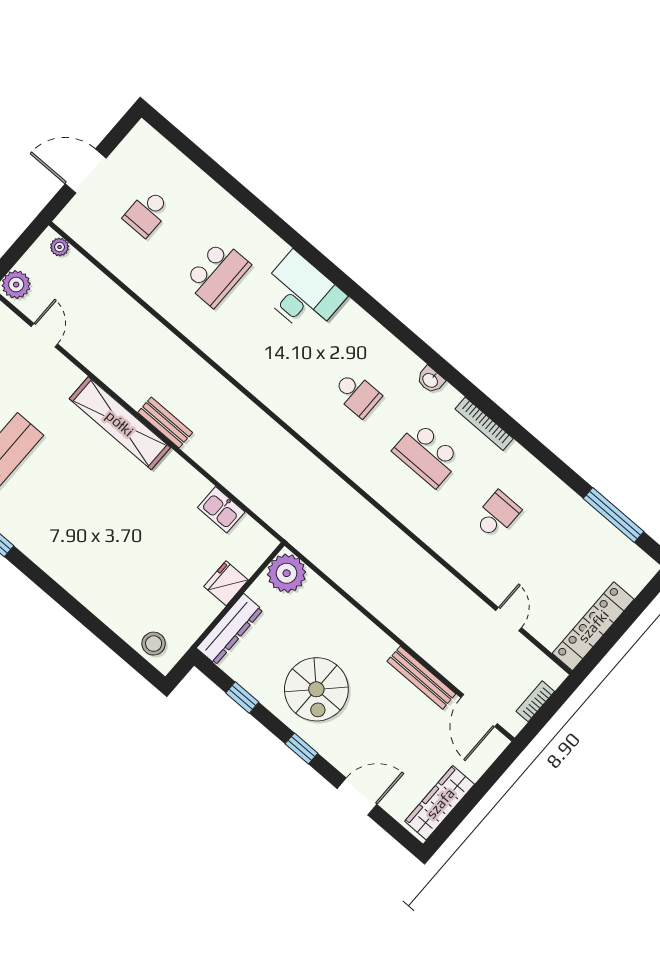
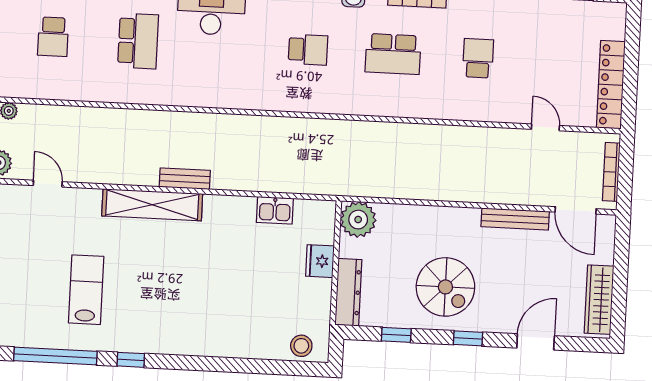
bookcase: (535, 701) -> (611, 172), width x1.56

